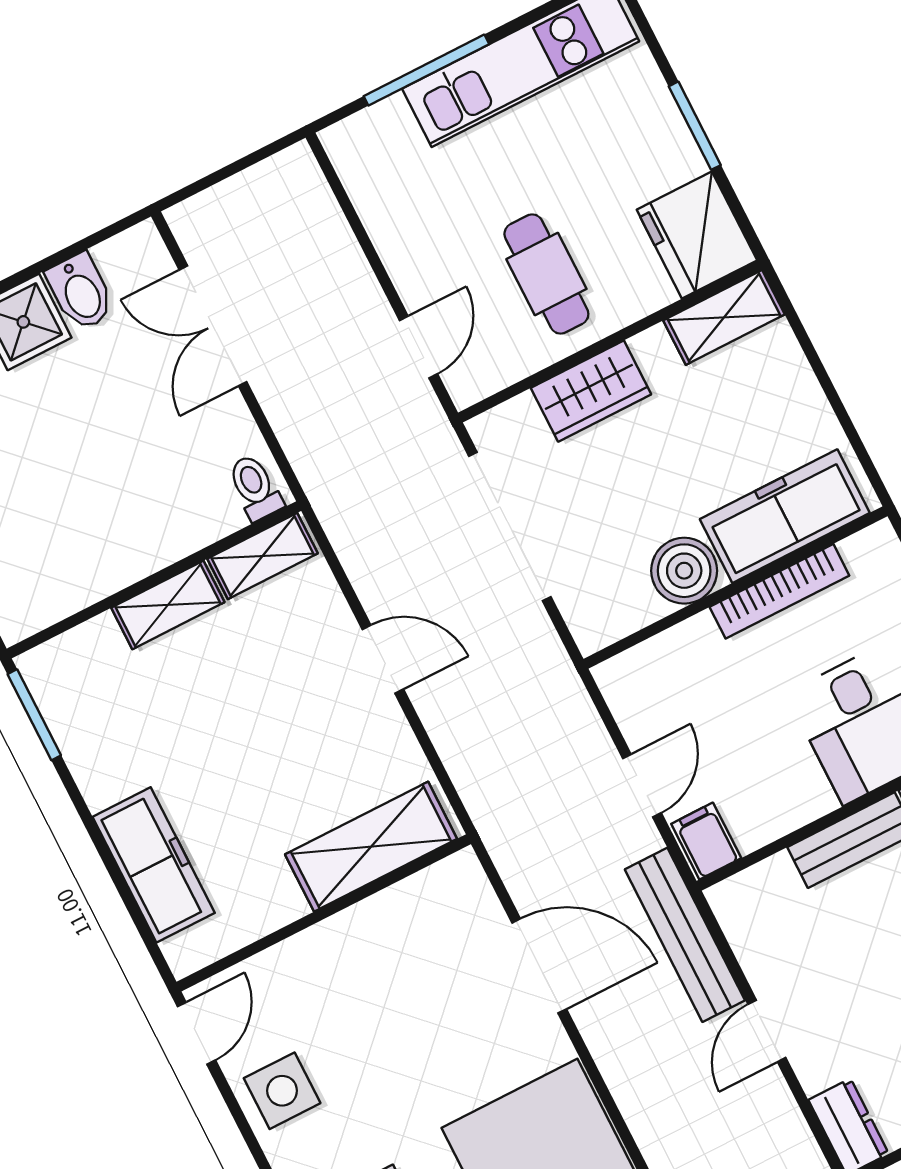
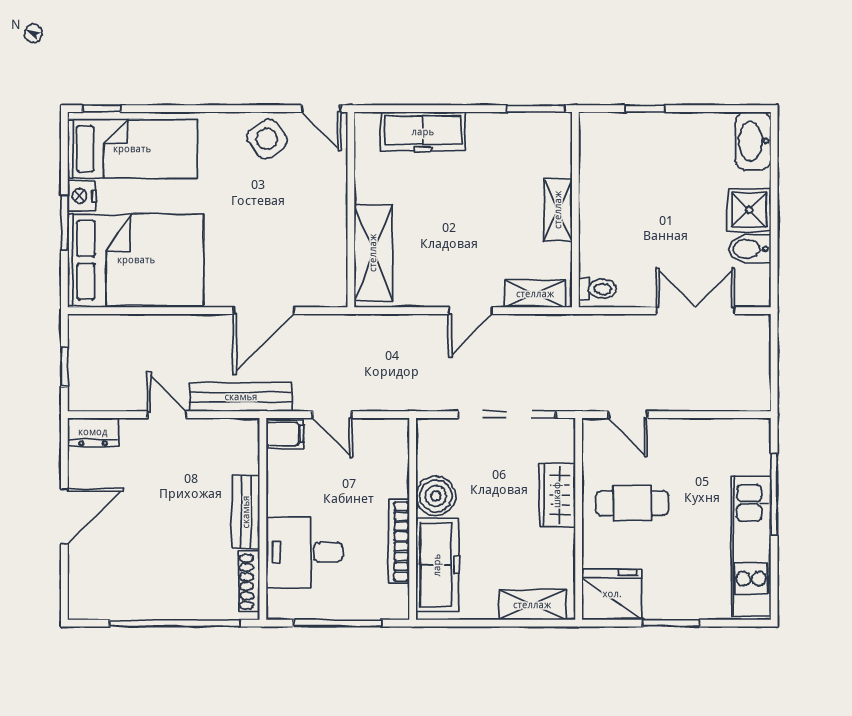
shelving: (724, 317) -> (532, 605), moved, turned 90
shelving: (263, 556) -> (535, 294), moved, turned 90
side table: (282, 1091) -> (267, 139), turned -37

